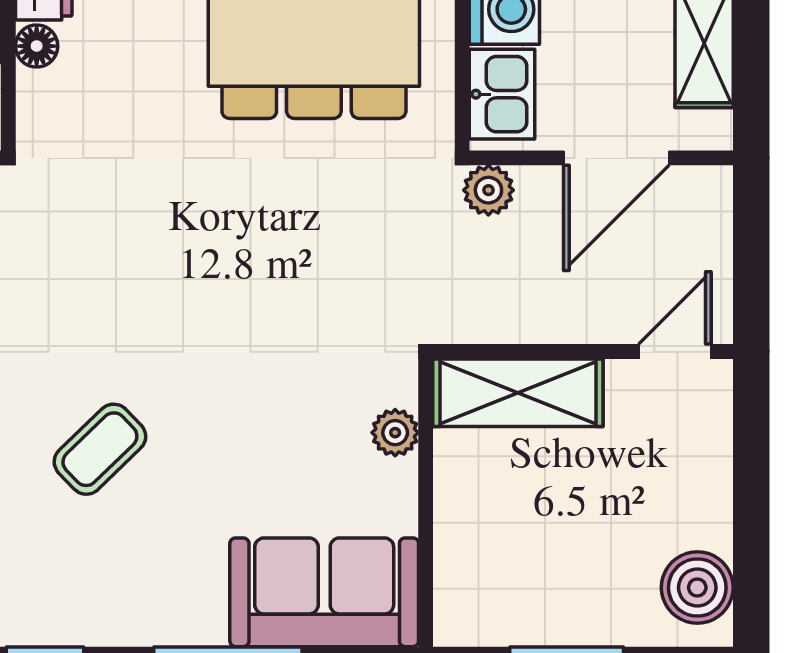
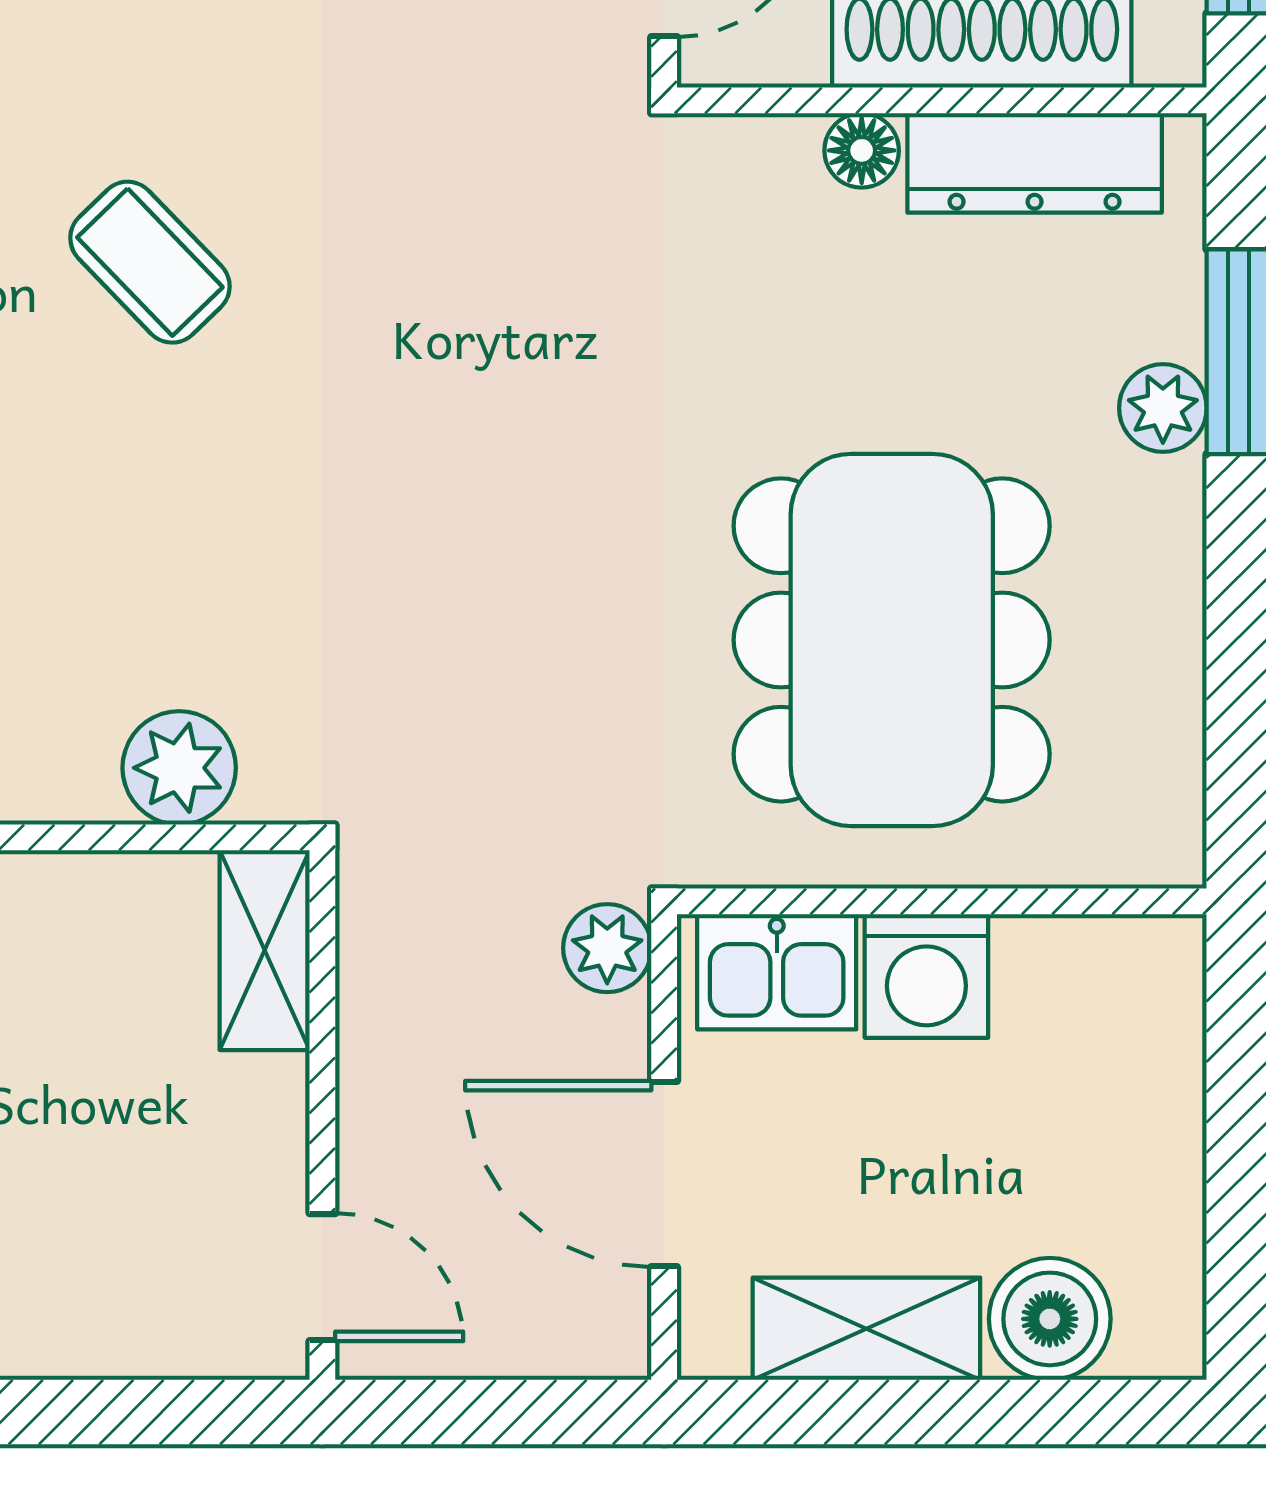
shelving: (518, 393) -> (265, 950), width x0.67, depth x0.75
plant: (395, 433) -> (179, 768), width x1.38, depth x1.38

